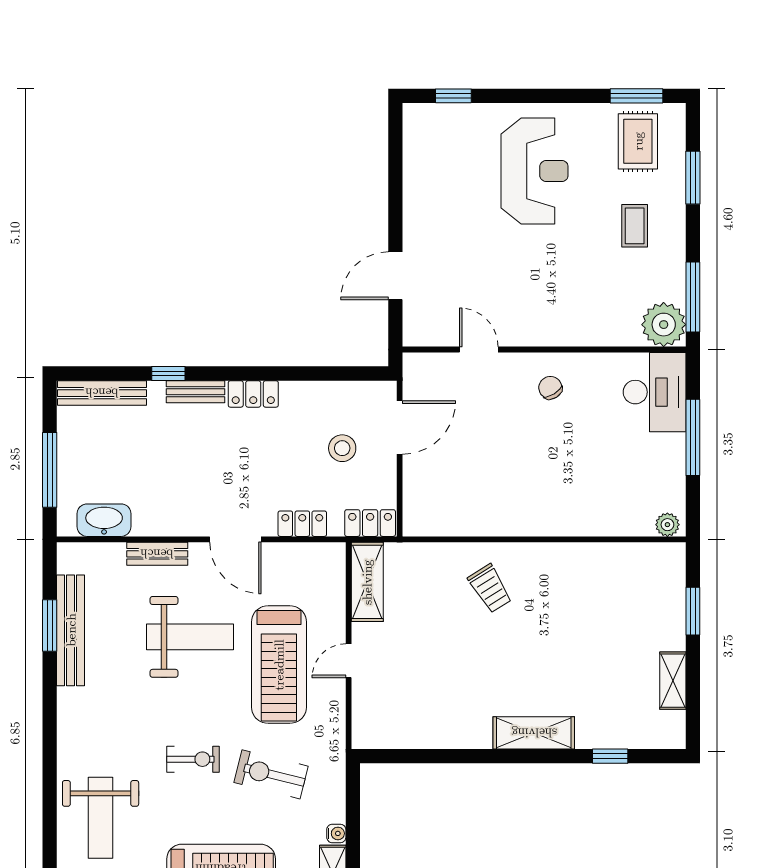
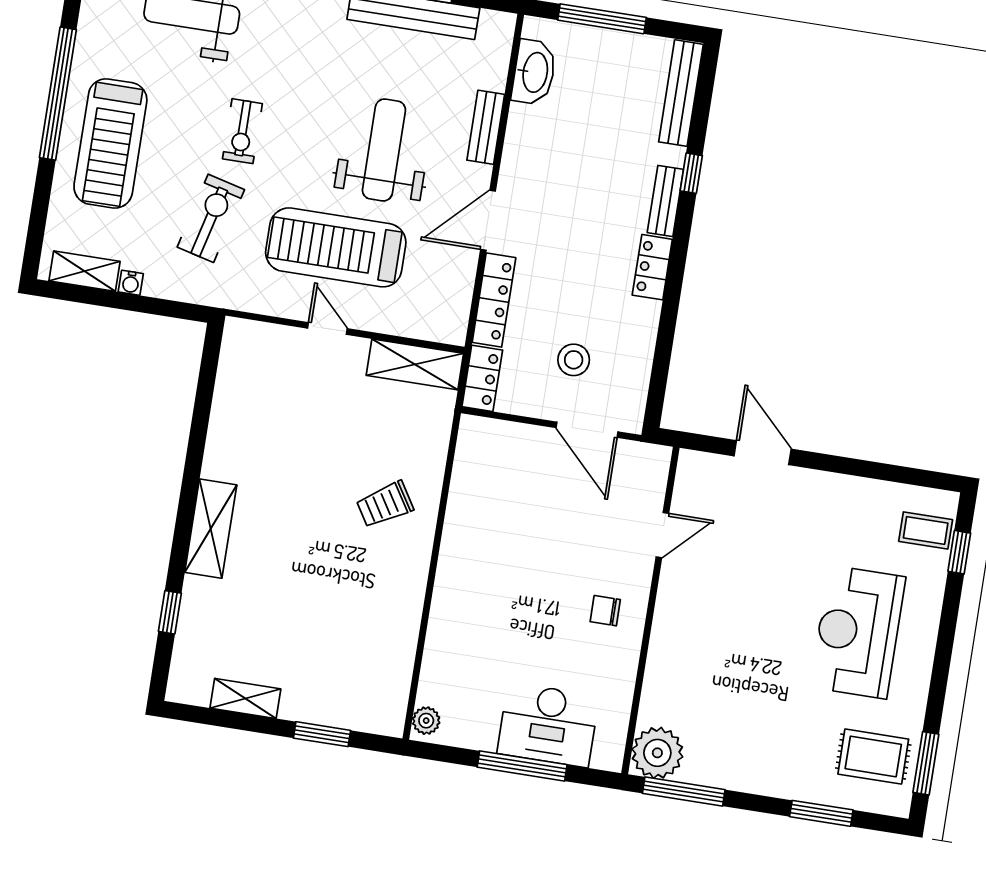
reception desk: (535, 171) -> (858, 632), turned 90
coffee table: (635, 226) -> (926, 530), moved
chair: (550, 388) -> (605, 611), turned -148
desk: (655, 392) -> (548, 725), moved
locker: (302, 524) -> (494, 300), width x1.53
weight bench: (190, 637) -> (384, 150), turned 180

